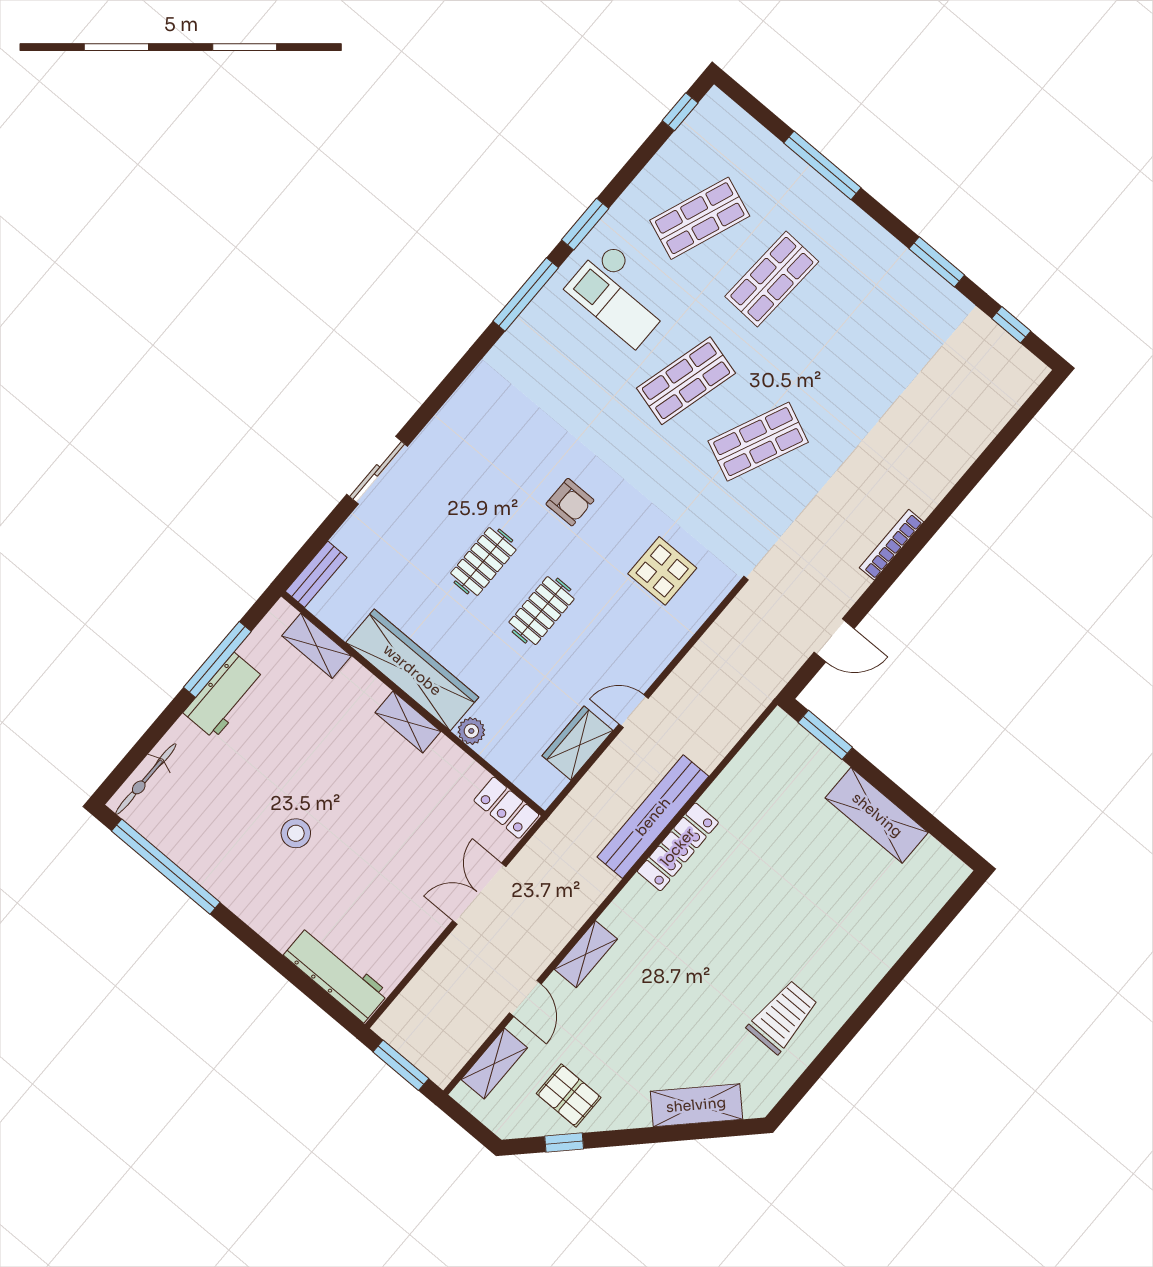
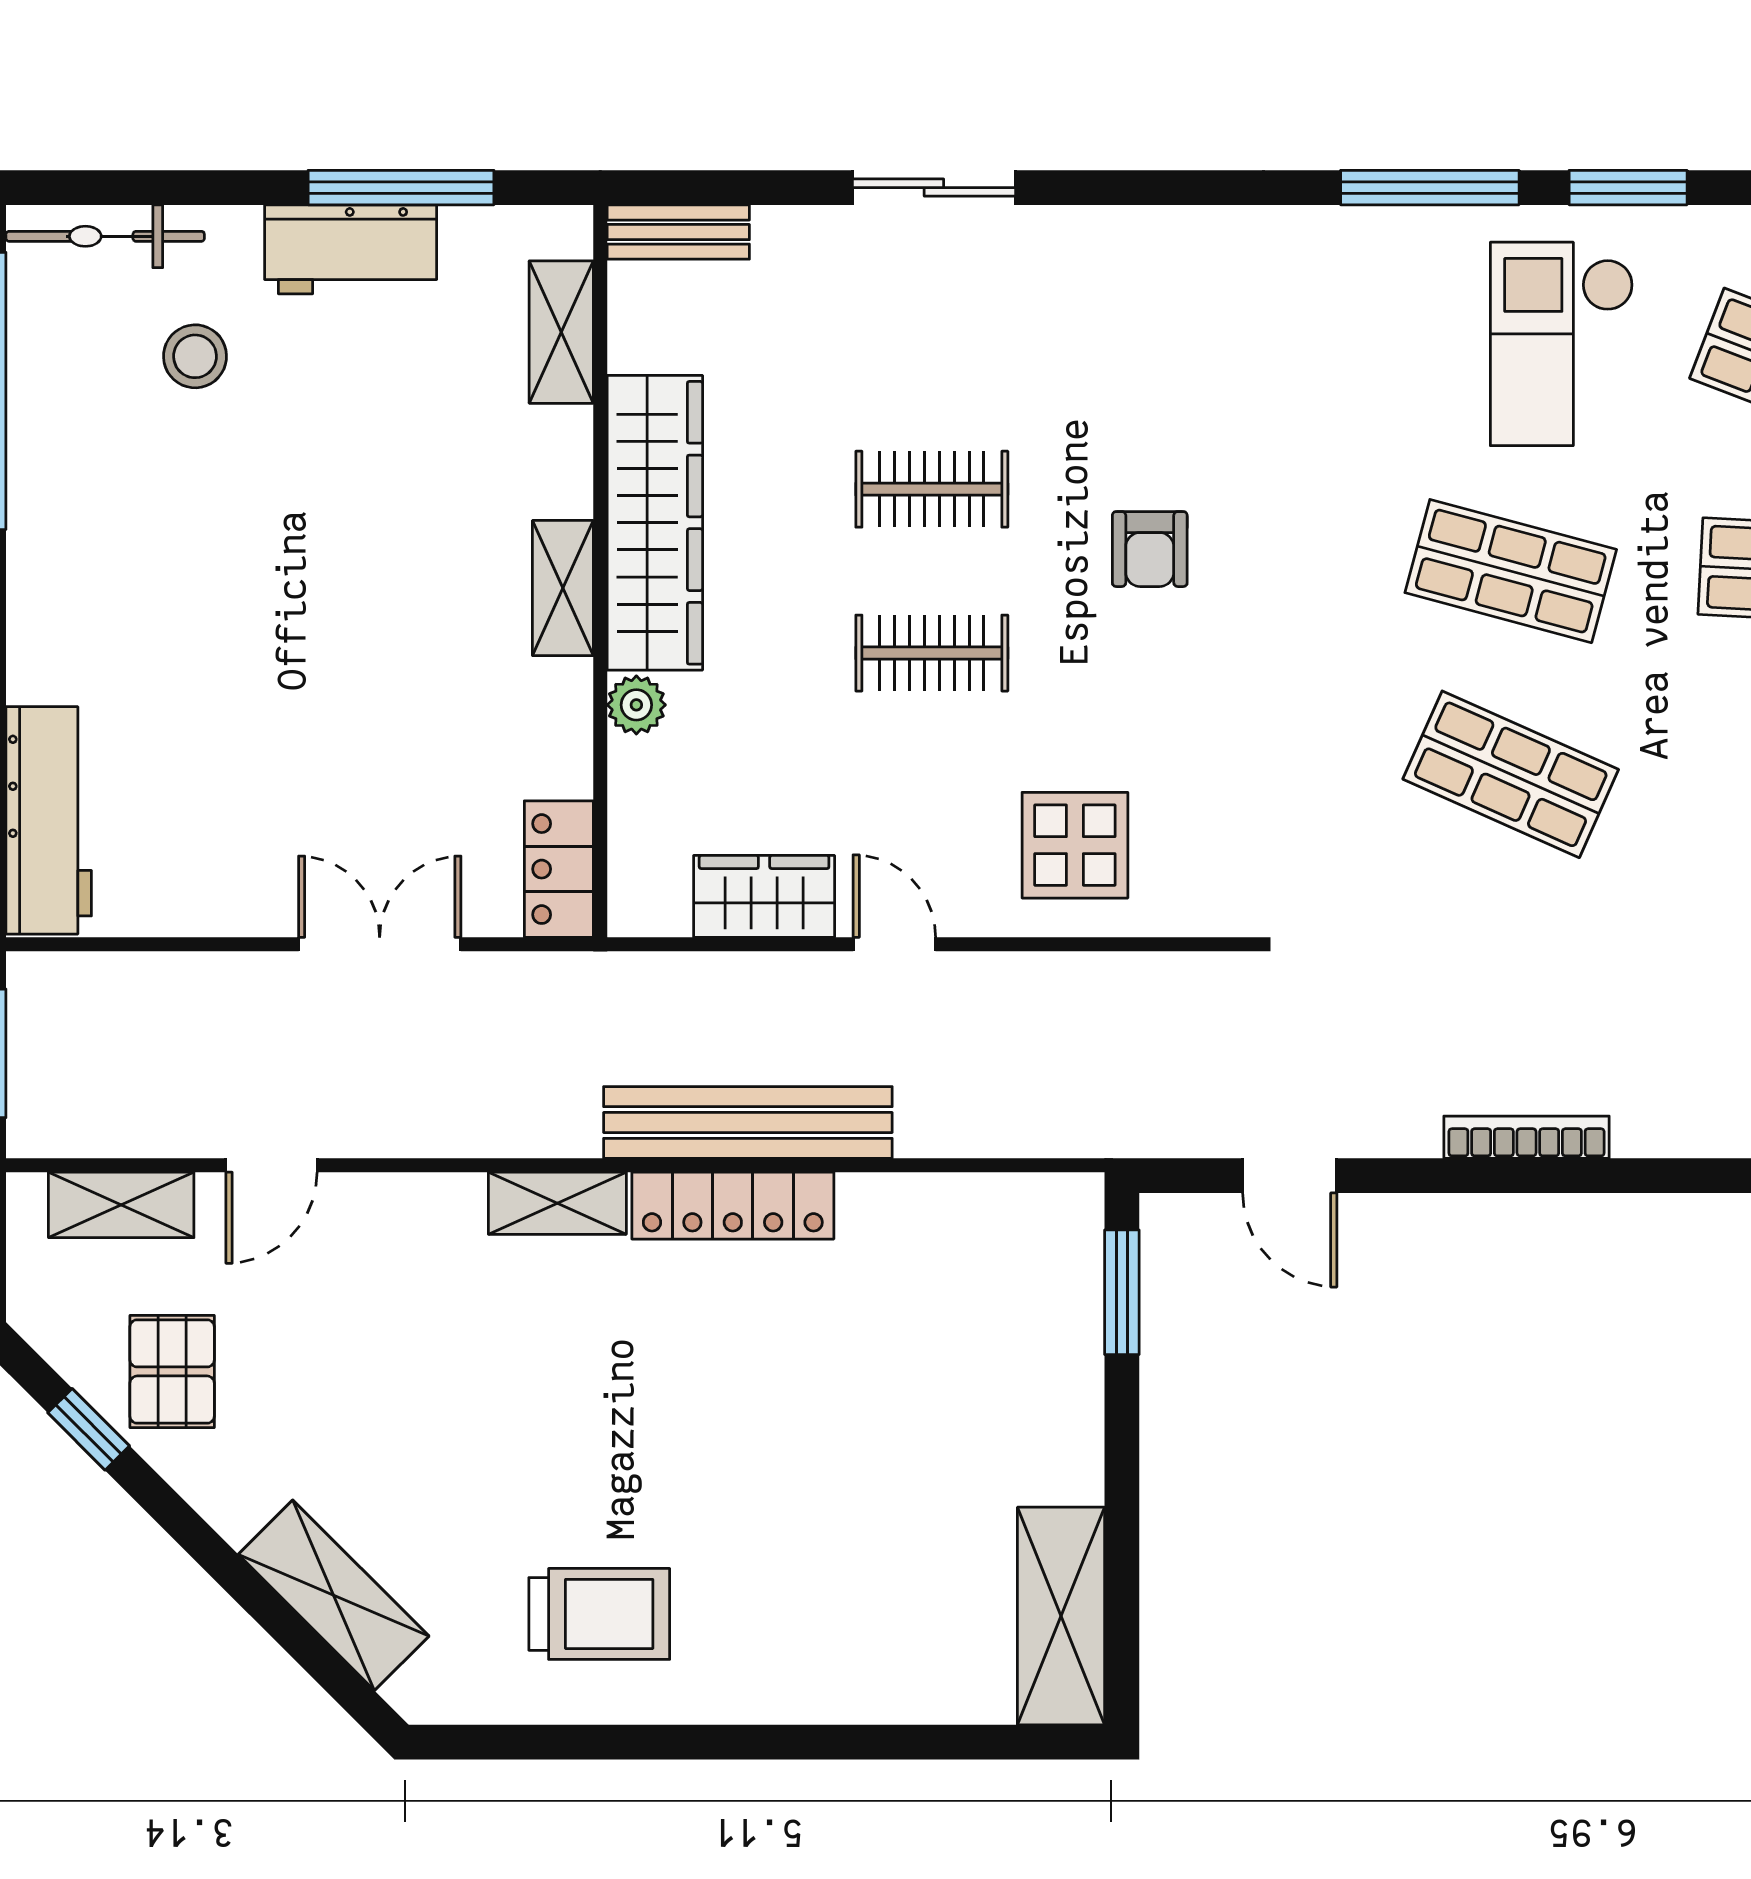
display table: (662, 571) -> (1075, 845), moved
shelving: (877, 815) -> (1061, 1616), moved
stool: (296, 833) -> (195, 356), moved
shelving: (586, 954) -> (557, 1203), moved

